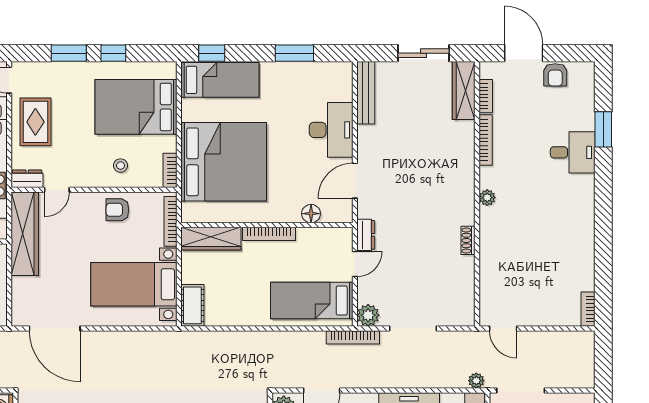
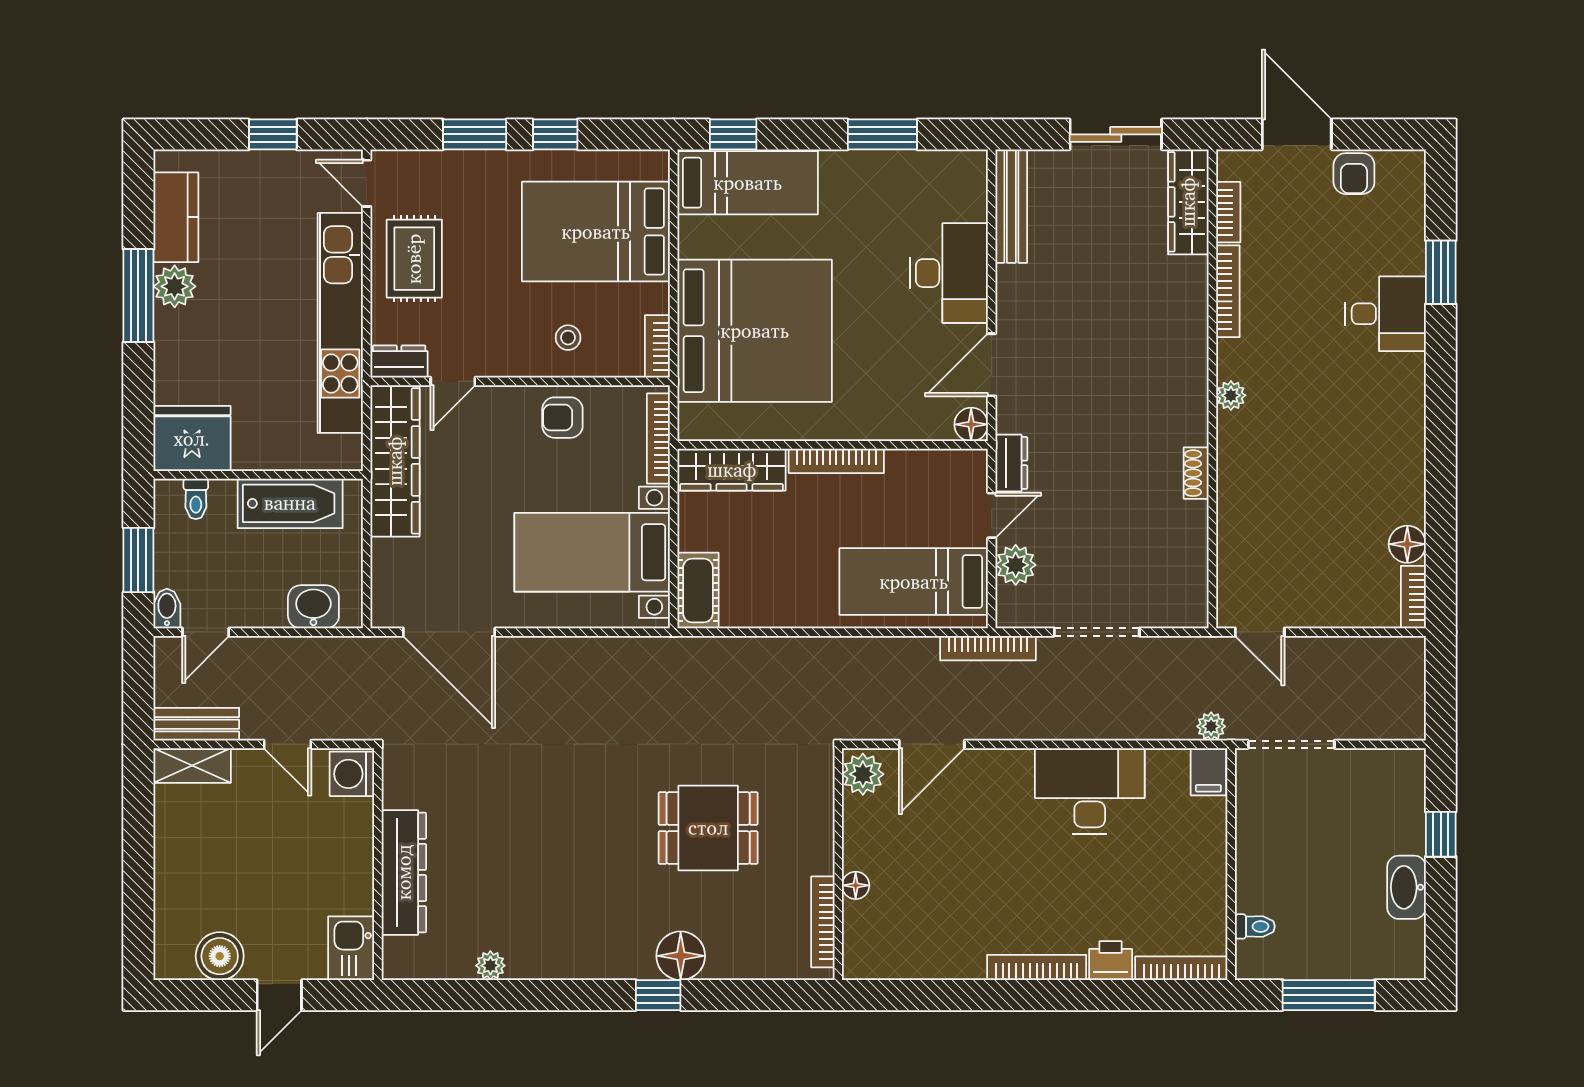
floor lamp: (311, 214) -> (971, 424), moved
floor lamp: (585, 280) -> (1407, 544), added
plant: (368, 315) -> (1016, 565), moved

